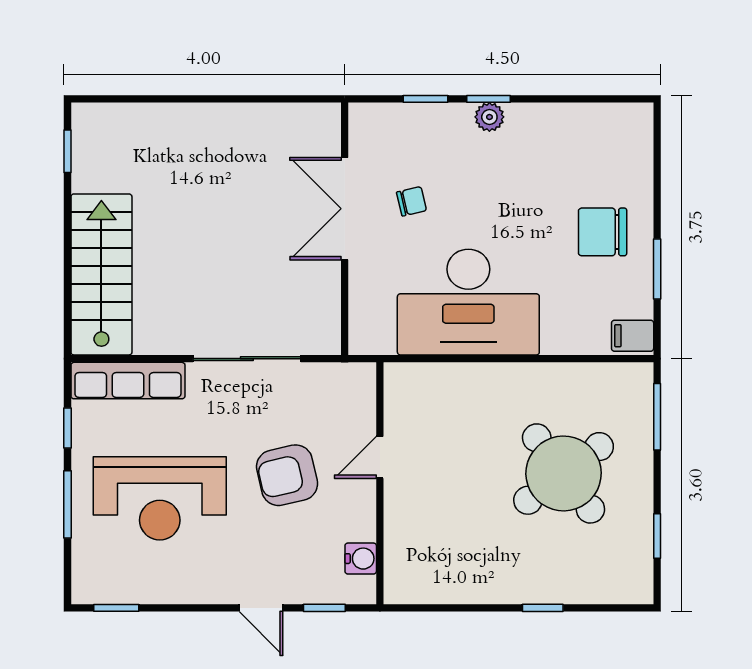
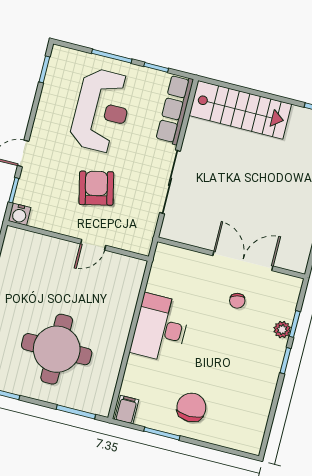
plant: (489, 117) -> (282, 330), moved
desk: (468, 302) -> (160, 328), width x0.73, depth x0.77
door: (380, 457) -> (93, 245), swing flipped
round table: (564, 473) -> (57, 349), turned 37
reception desk: (160, 498) -> (102, 111), turned 180
water cooler: (361, 559) -> (20, 214), moved

